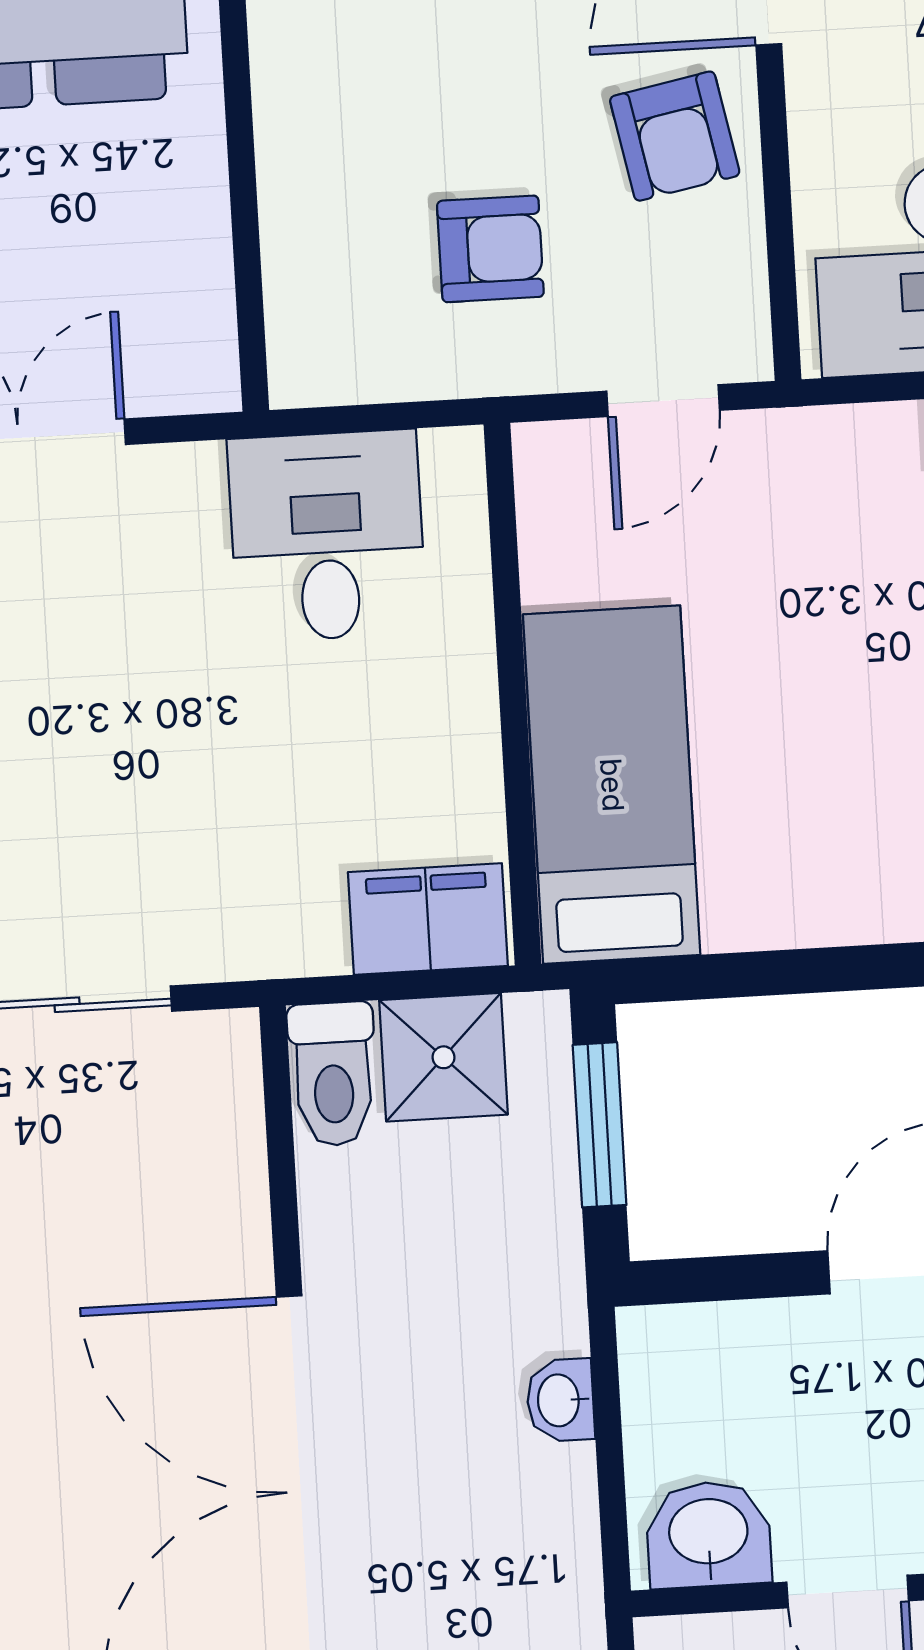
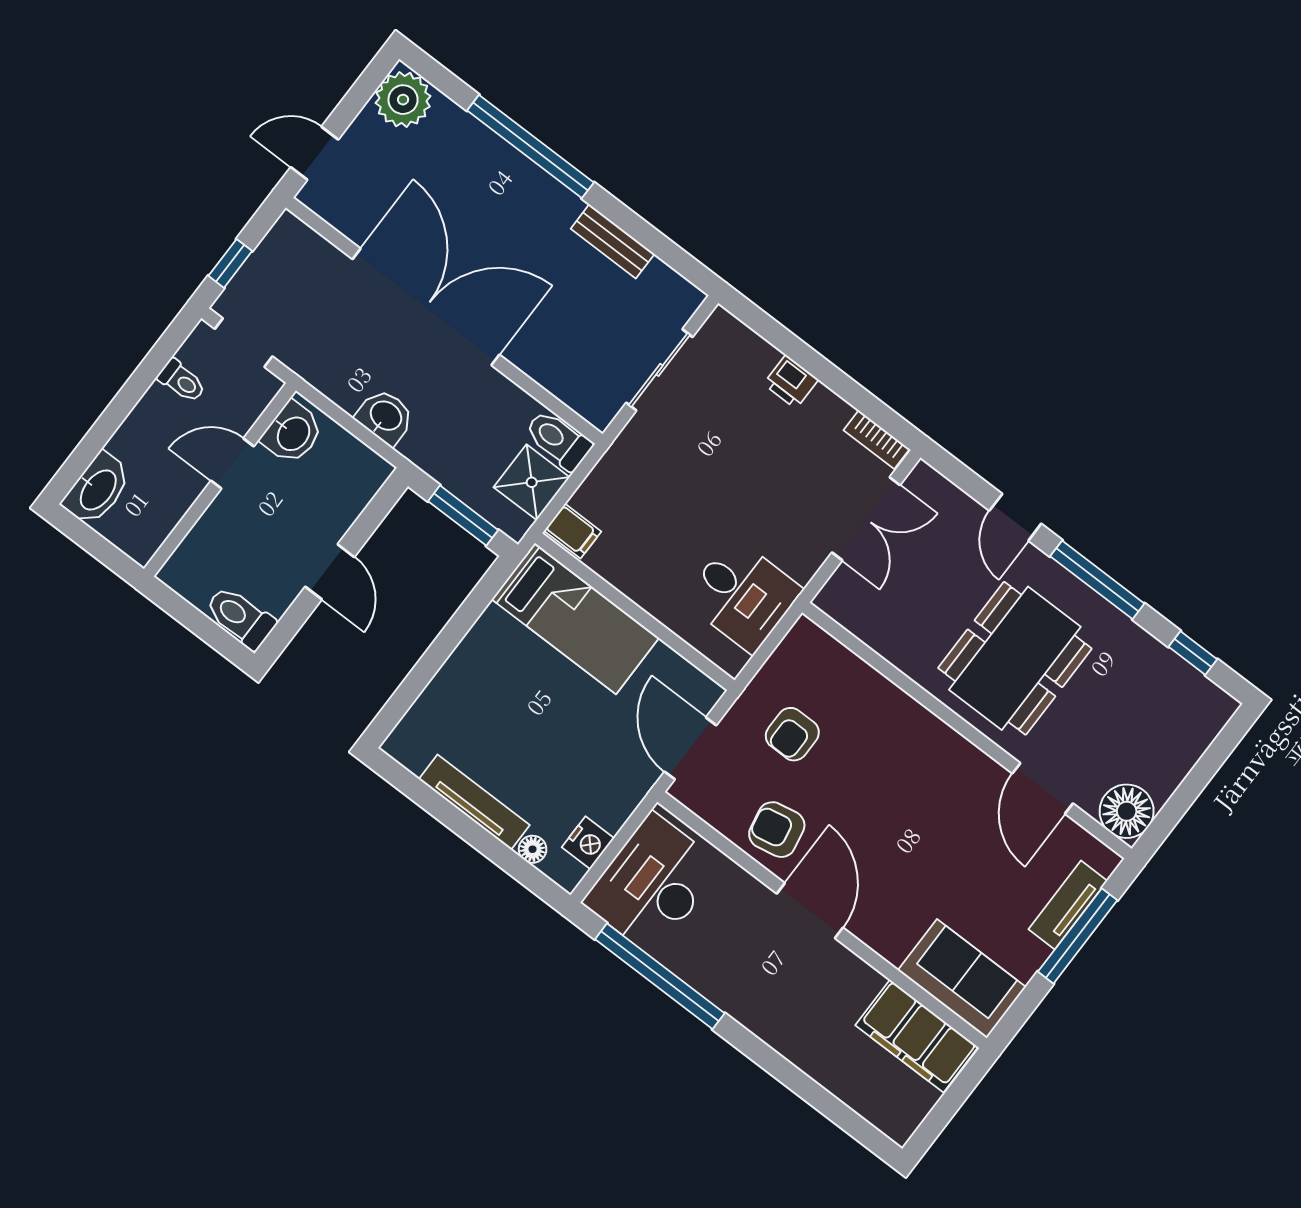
door: (663, 401) -> (690, 748), width x1.38
filing cabinet: (428, 919) -> (573, 531), width x0.50
washbasin: (560, 1400) -> (385, 417), width x1.38, depth x1.45

